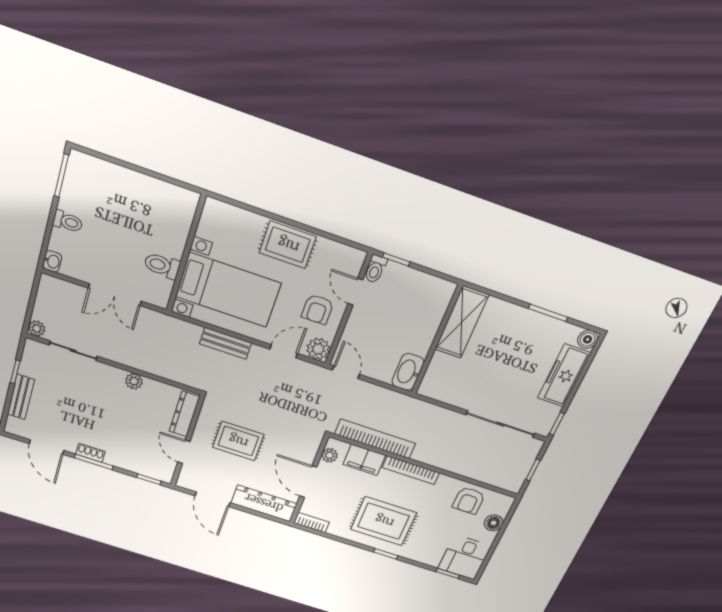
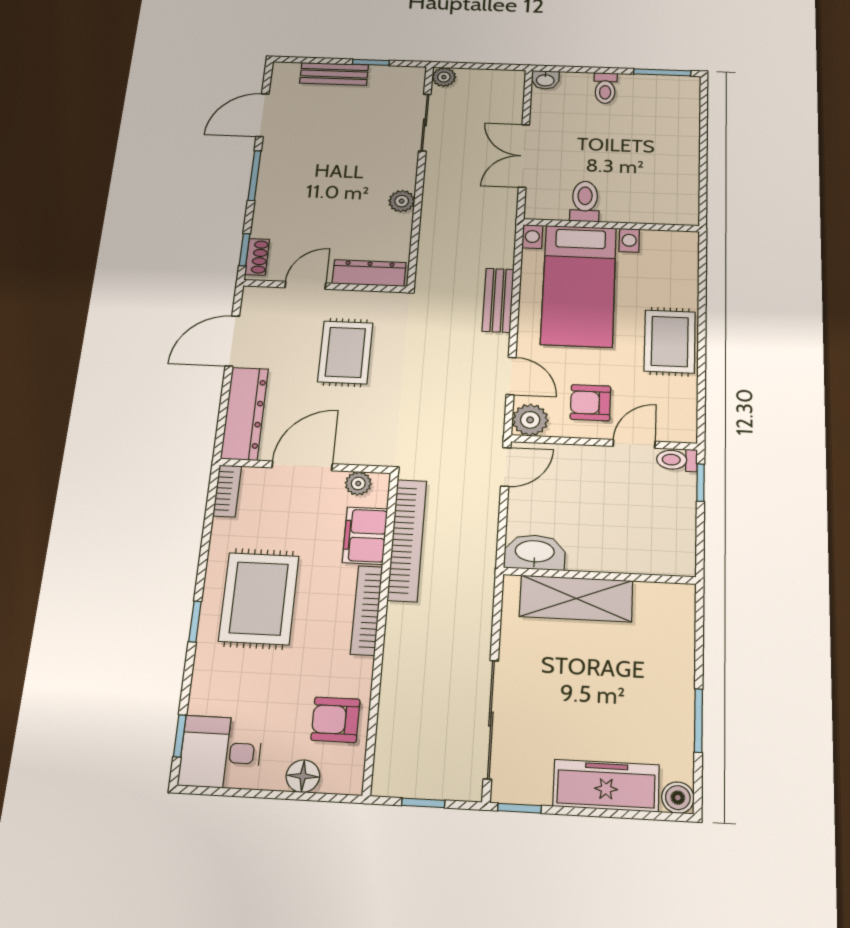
shelving: (462, 322) -> (576, 599), moved
shoe rack: (90, 453) -> (257, 257), moved

